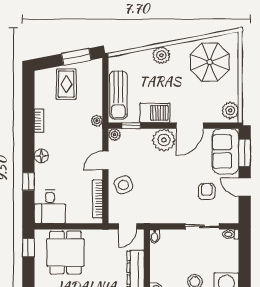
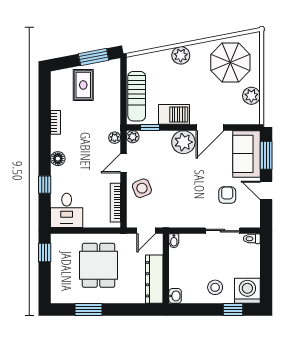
plant: (230, 110) -> (251, 96), moved
plant: (97, 121) -> (115, 138), moved
dining table: (65, 253) -> (99, 265), moved

